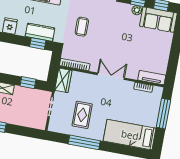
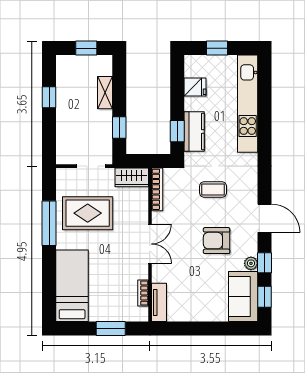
armchair: (117, 31) -> (217, 241), added
window: (163, 114) -> (111, 329), width x0.69
rug: (82, 115) -> (88, 213), width x1.36, depth x1.43

